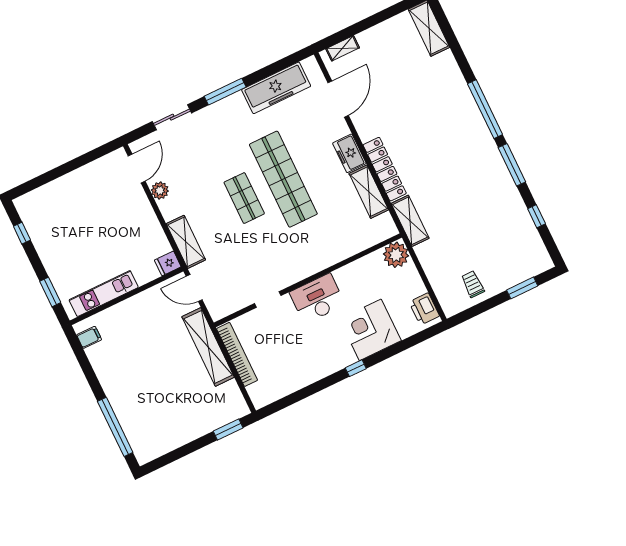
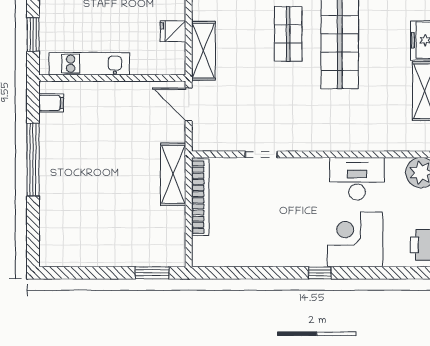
fridge: (168, 263) -> (173, 31), moved
desk: (317, 298) -> (357, 179), moved
shelving: (208, 347) -> (173, 174), width x0.68
window: (115, 427) -> (33, 160), moved

